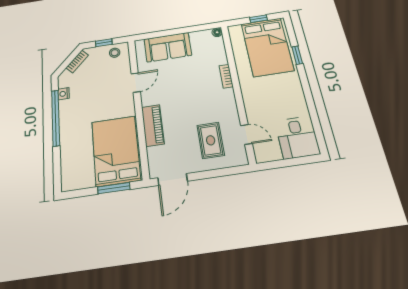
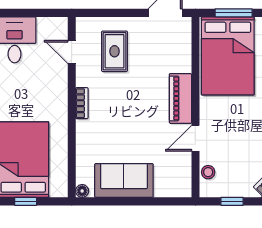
sofa: (168, 47) -> (124, 181), moved
stool: (115, 53) -> (208, 172), moved
bookcase: (226, 76) -> (82, 103), moved
piano: (153, 125) -> (180, 98), moved

